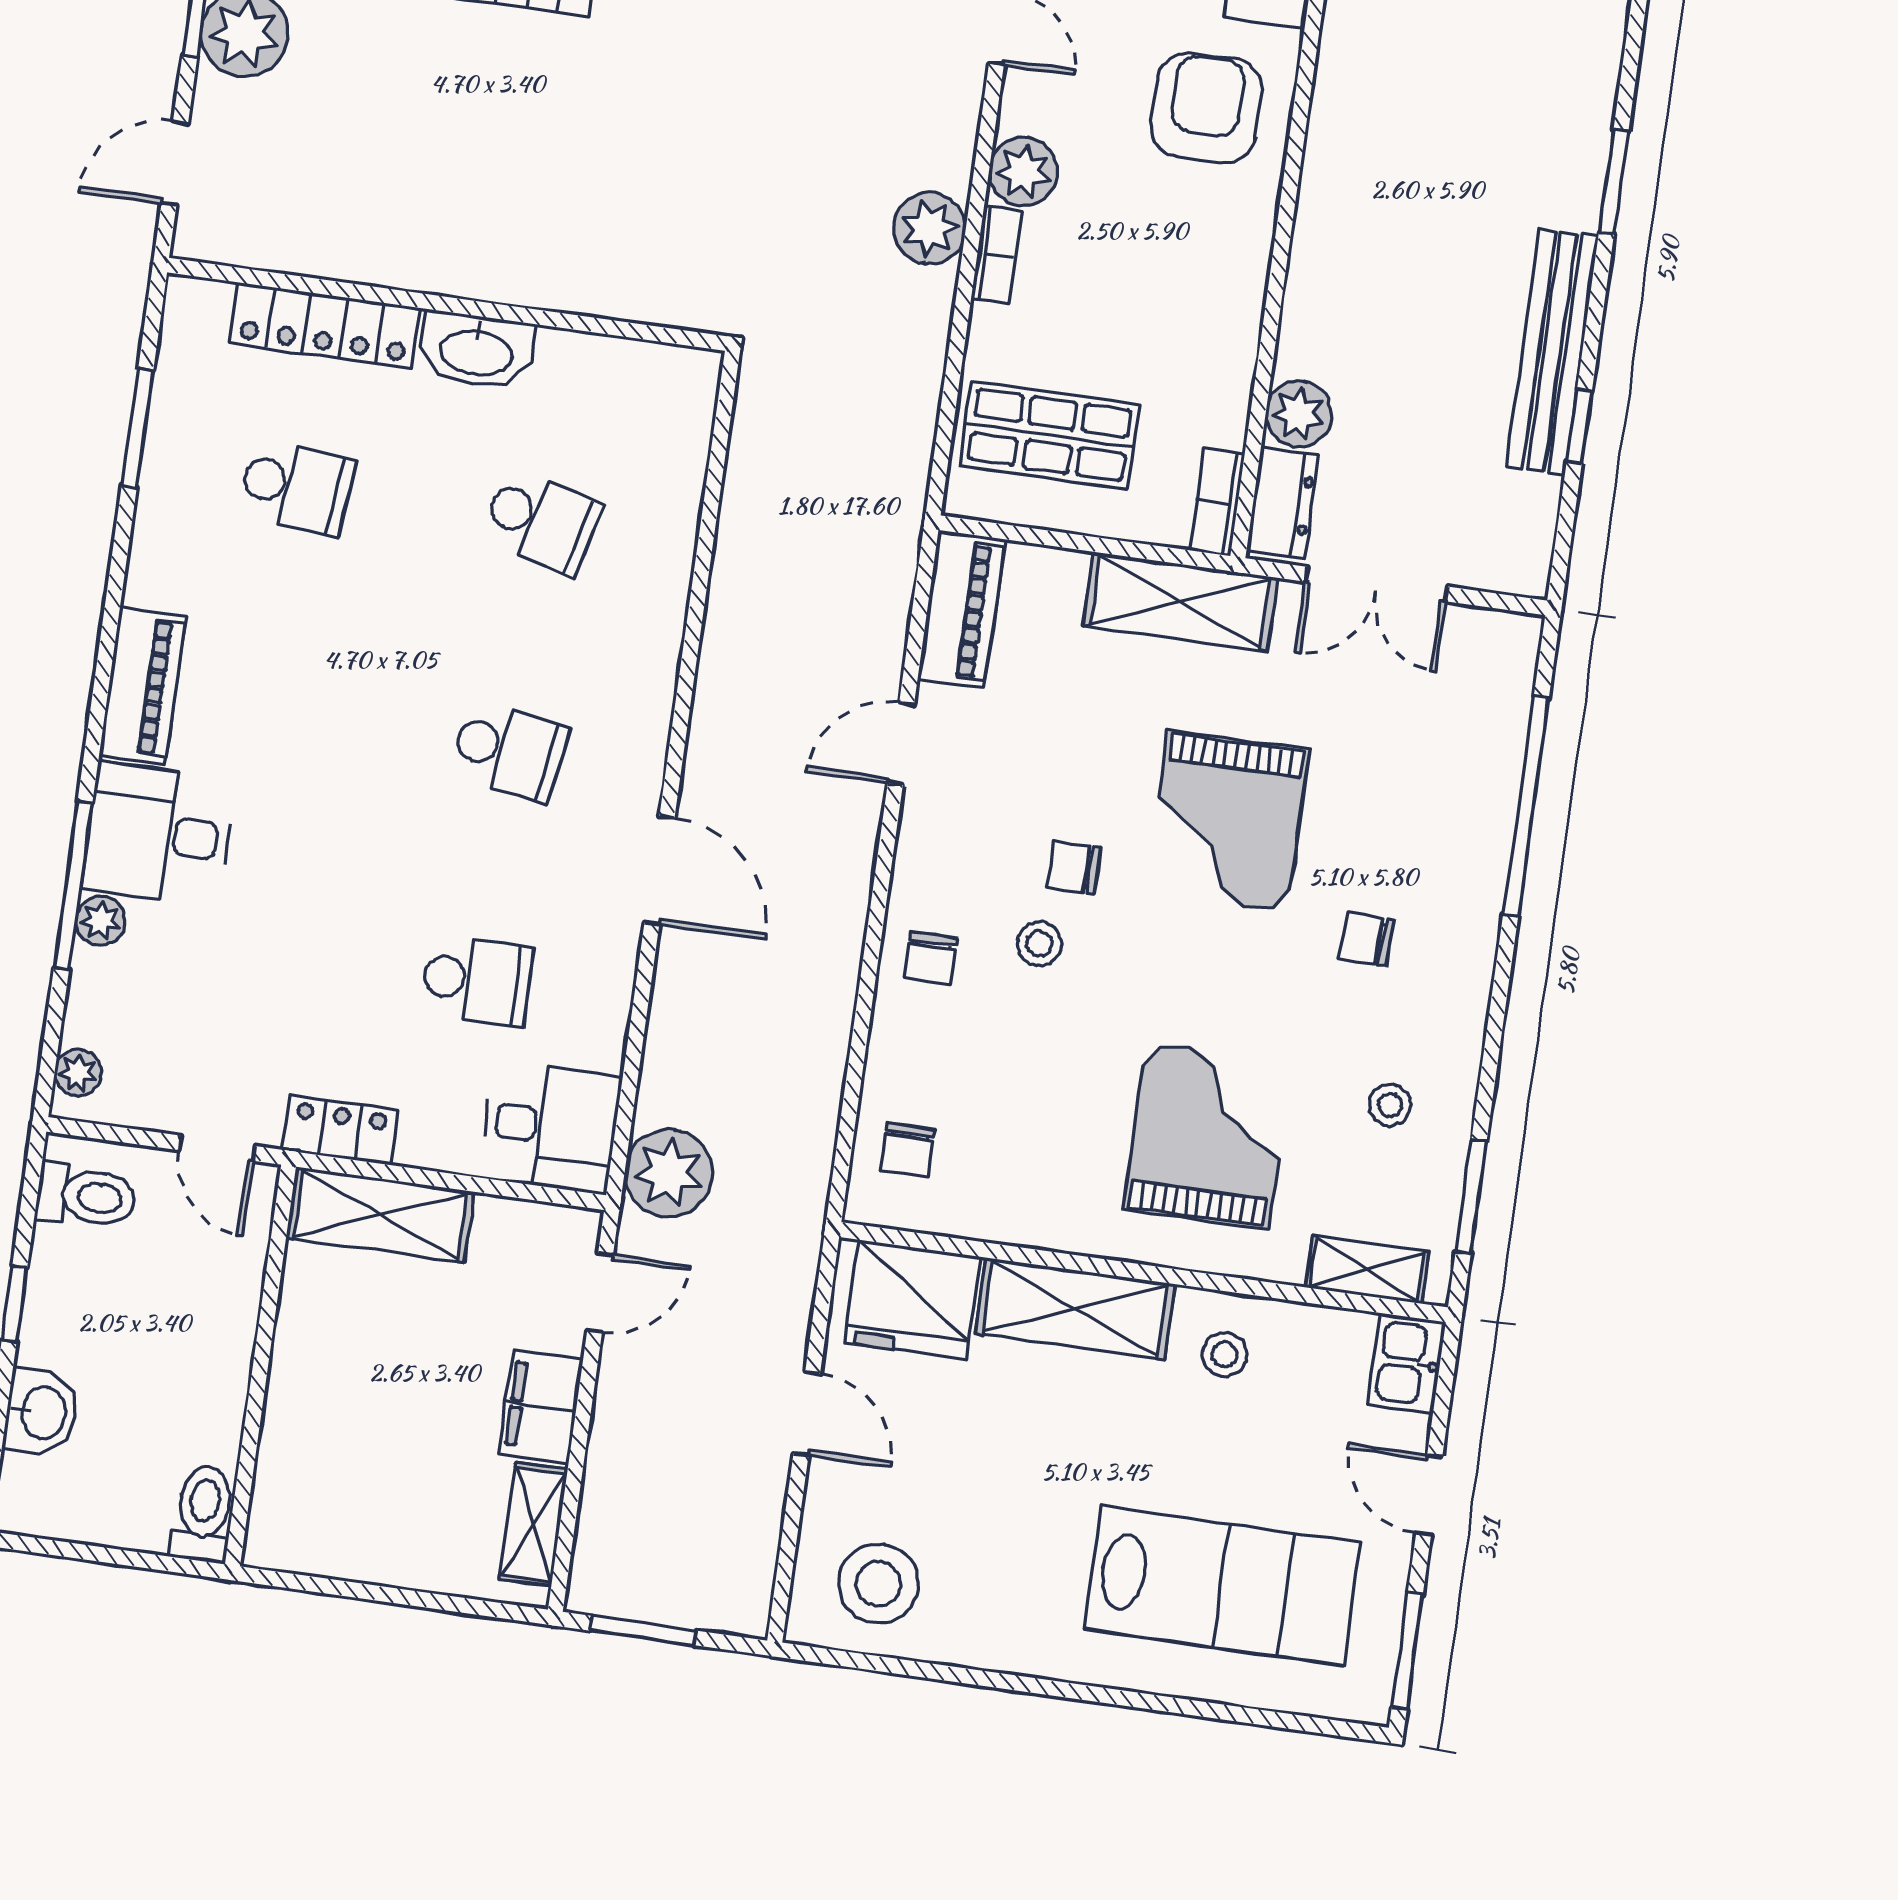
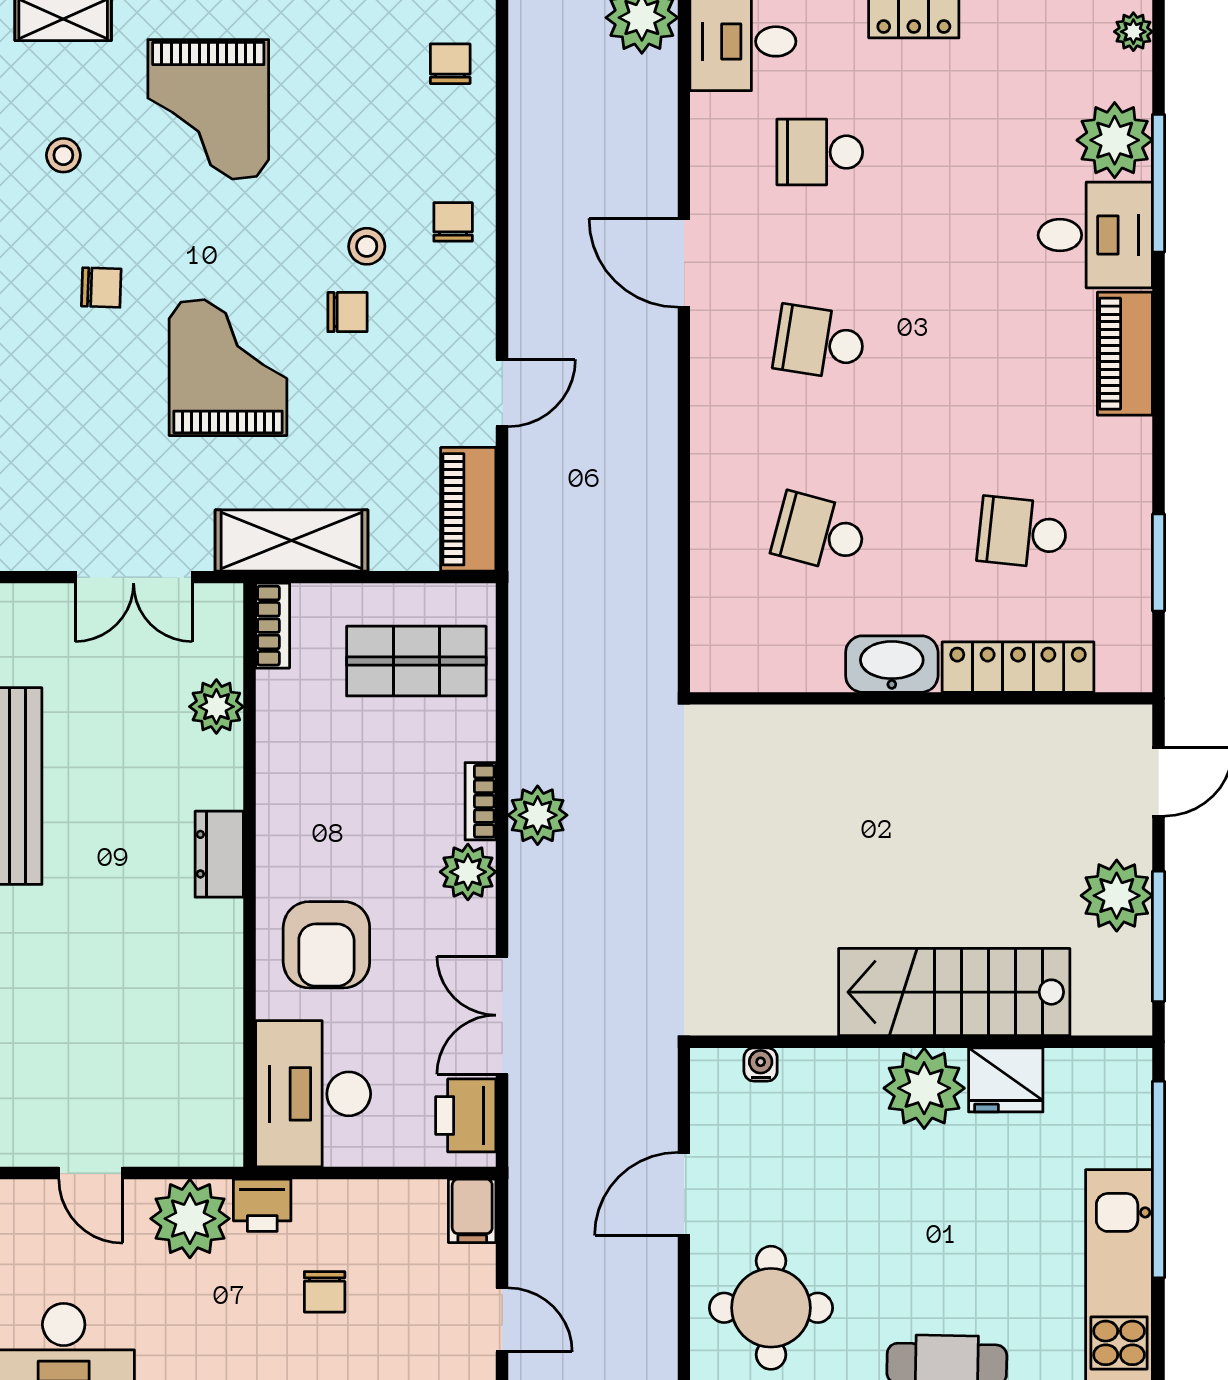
dresser: (1283, 503) -> (219, 854), moved
double door: (1377, 584) -> (134, 577), swing flipped
plant: (101, 921) -> (1115, 140), width x1.88, depth x1.88

